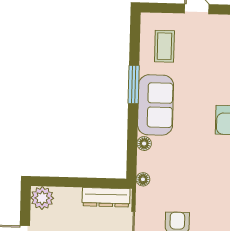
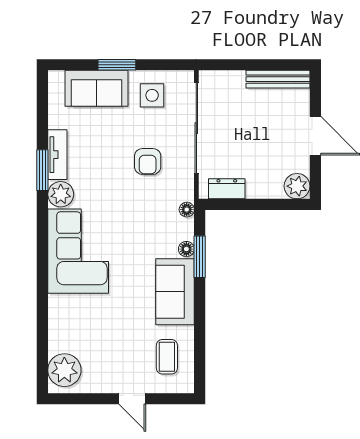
window: (134, 84) -> (200, 257), moved
dresser: (106, 197) -> (227, 189), width x0.70

